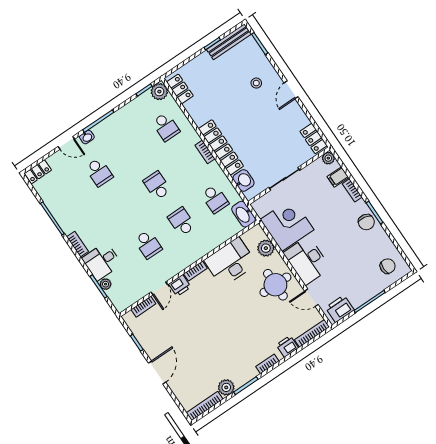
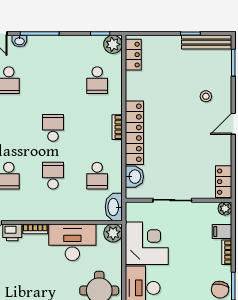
plant: (266, 248) -> (113, 233), moved

